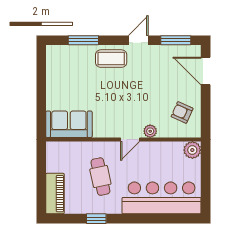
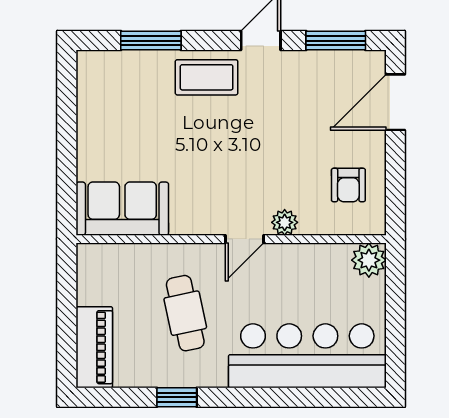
door: (206, 71) -> (395, 102), hinge flipped
armchair: (182, 112) -> (348, 185), turned -114

